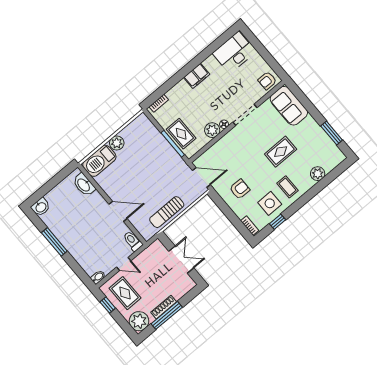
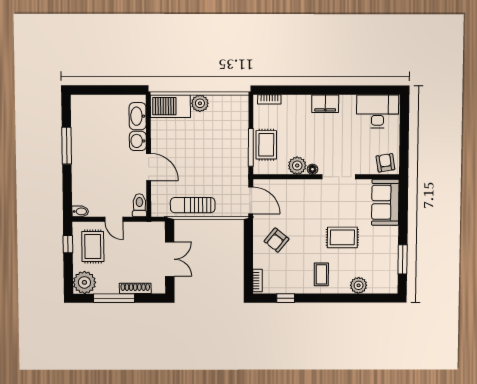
armchair: (267, 81) -> (385, 163), turned 81
armchair: (240, 189) -> (277, 240), turned 128
side table: (270, 203) -> (293, 276), removed
washbasin: (41, 207) -> (138, 141), moved, turned 90
shoe rack: (164, 307) -> (135, 288), moved

